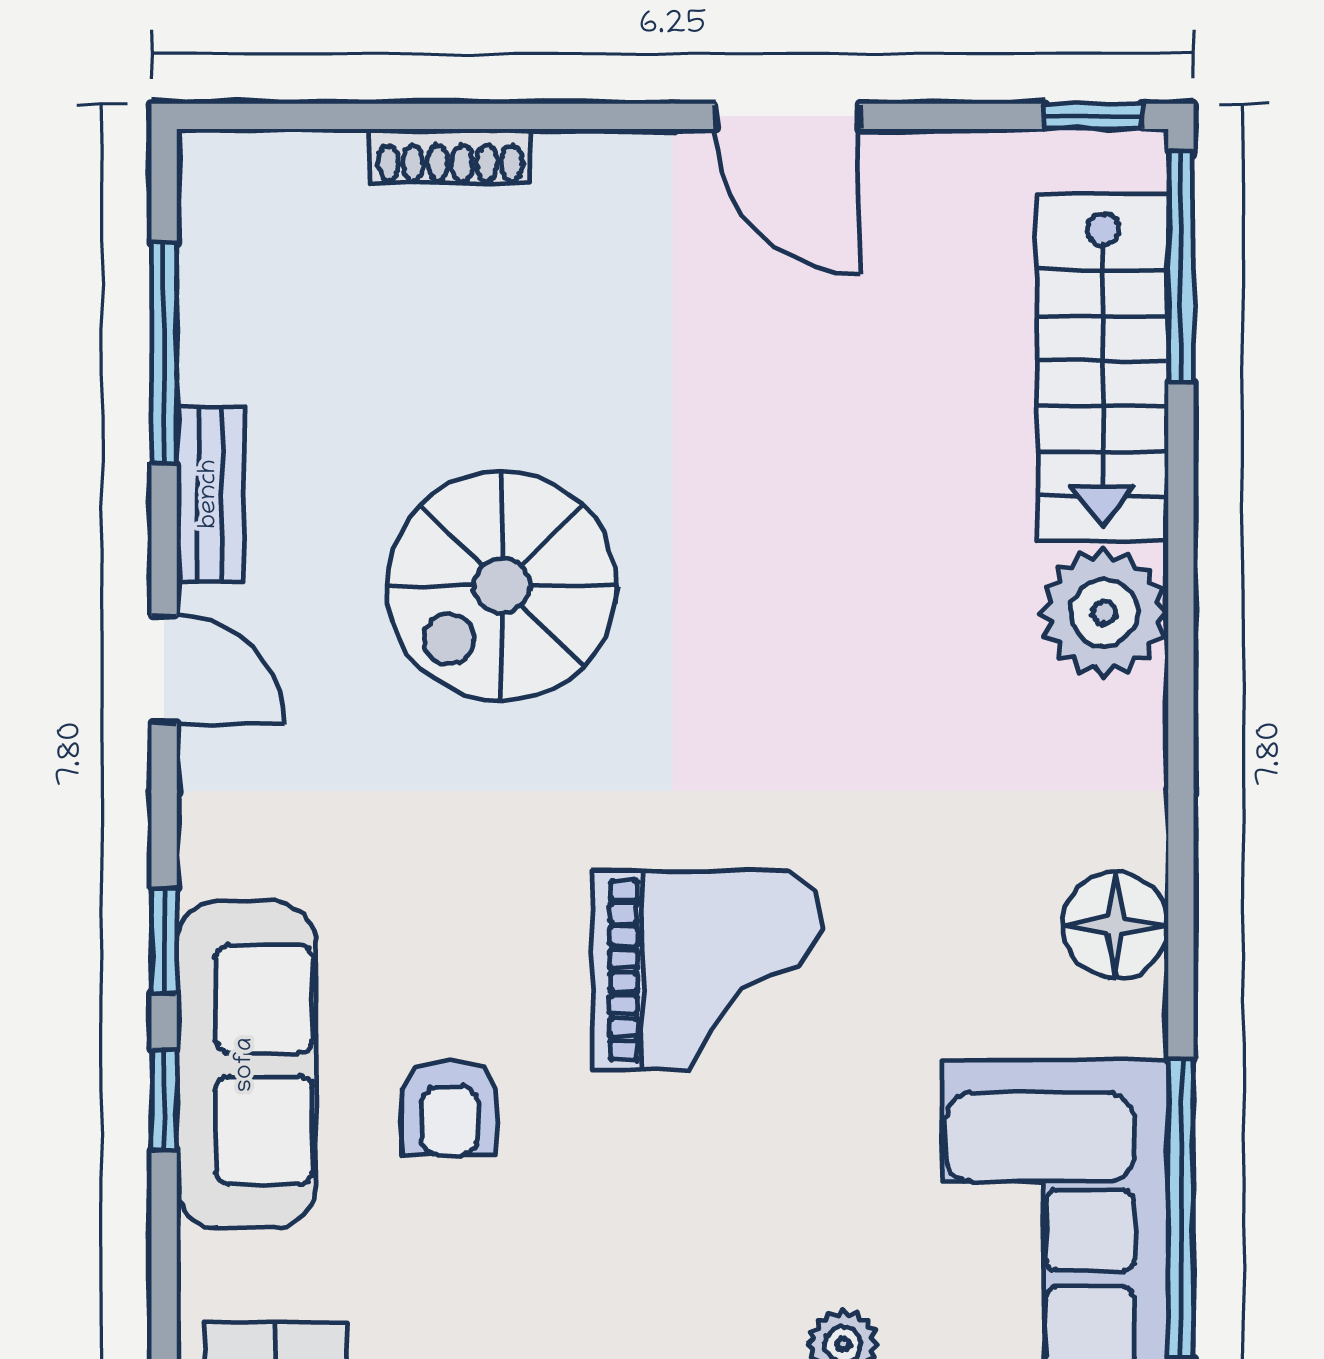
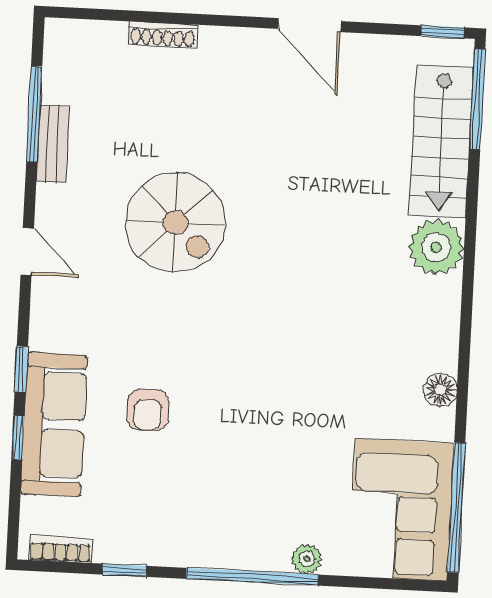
bench: (210, 494) -> (53, 144), moved
spiral stairs: (502, 586) -> (176, 222), turned -90
floor lamp: (1115, 925) -> (440, 390), width x0.73, depth x0.73
grand piano: (706, 970) -> (256, 394), removed
armchair: (450, 1108) -> (148, 410), moved

